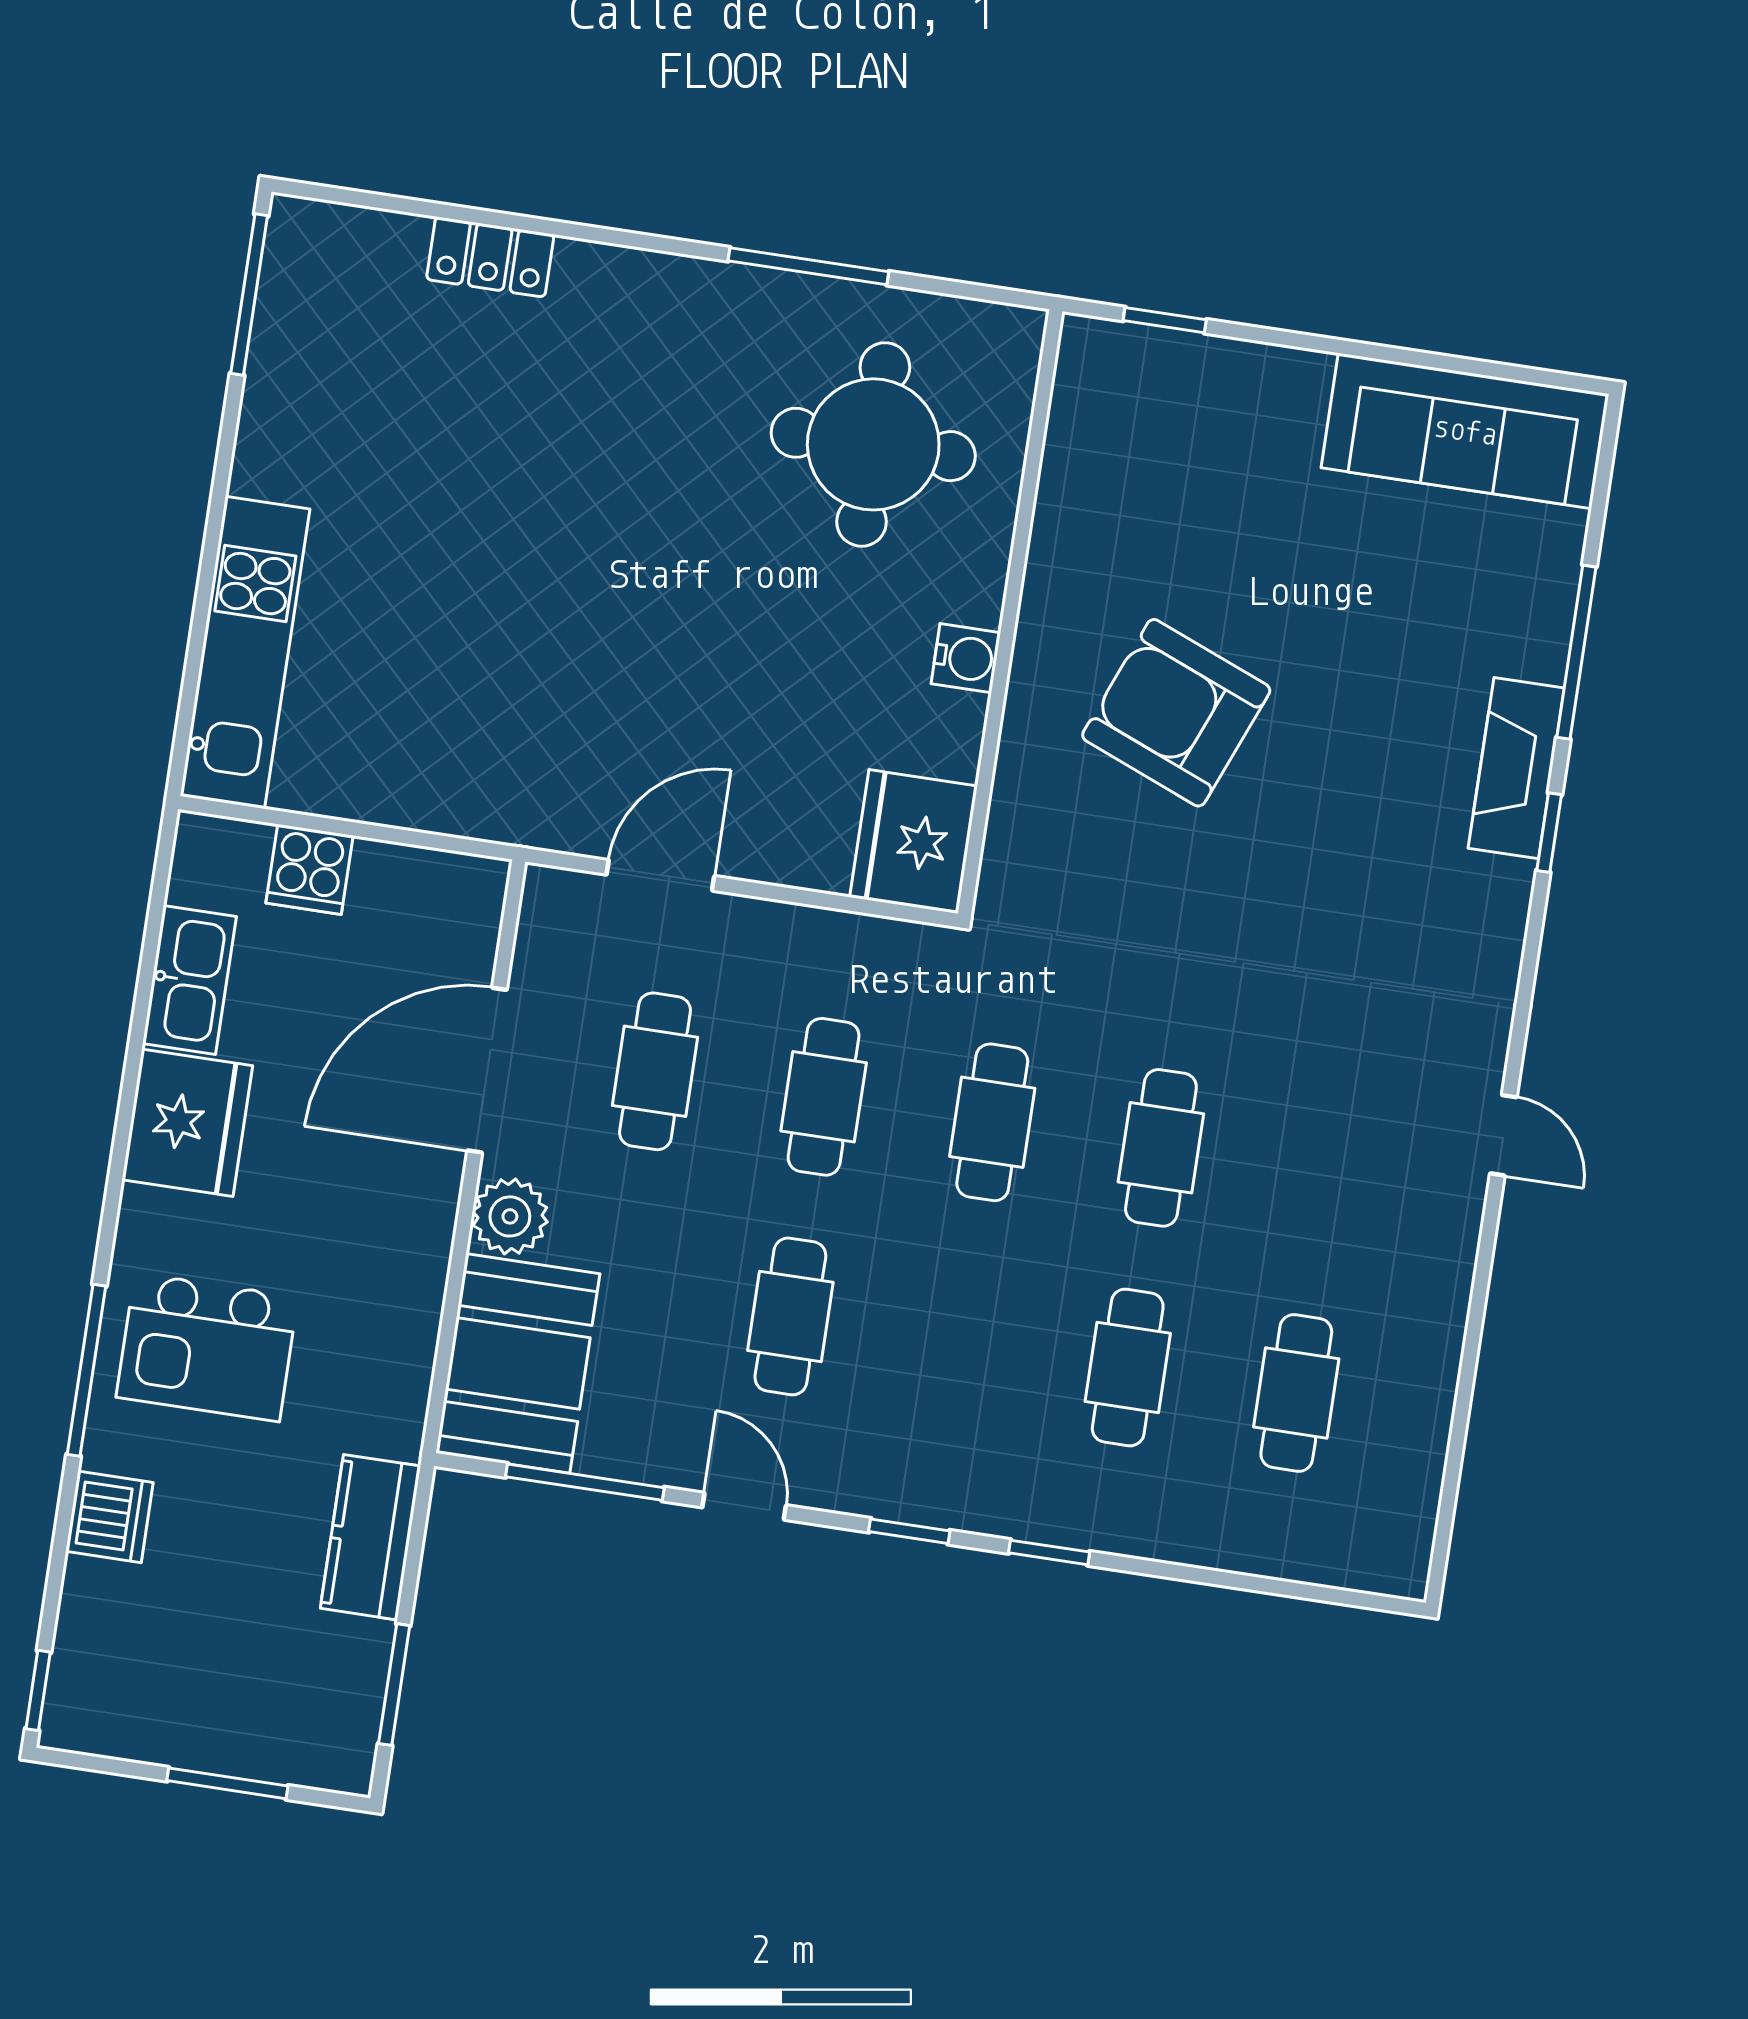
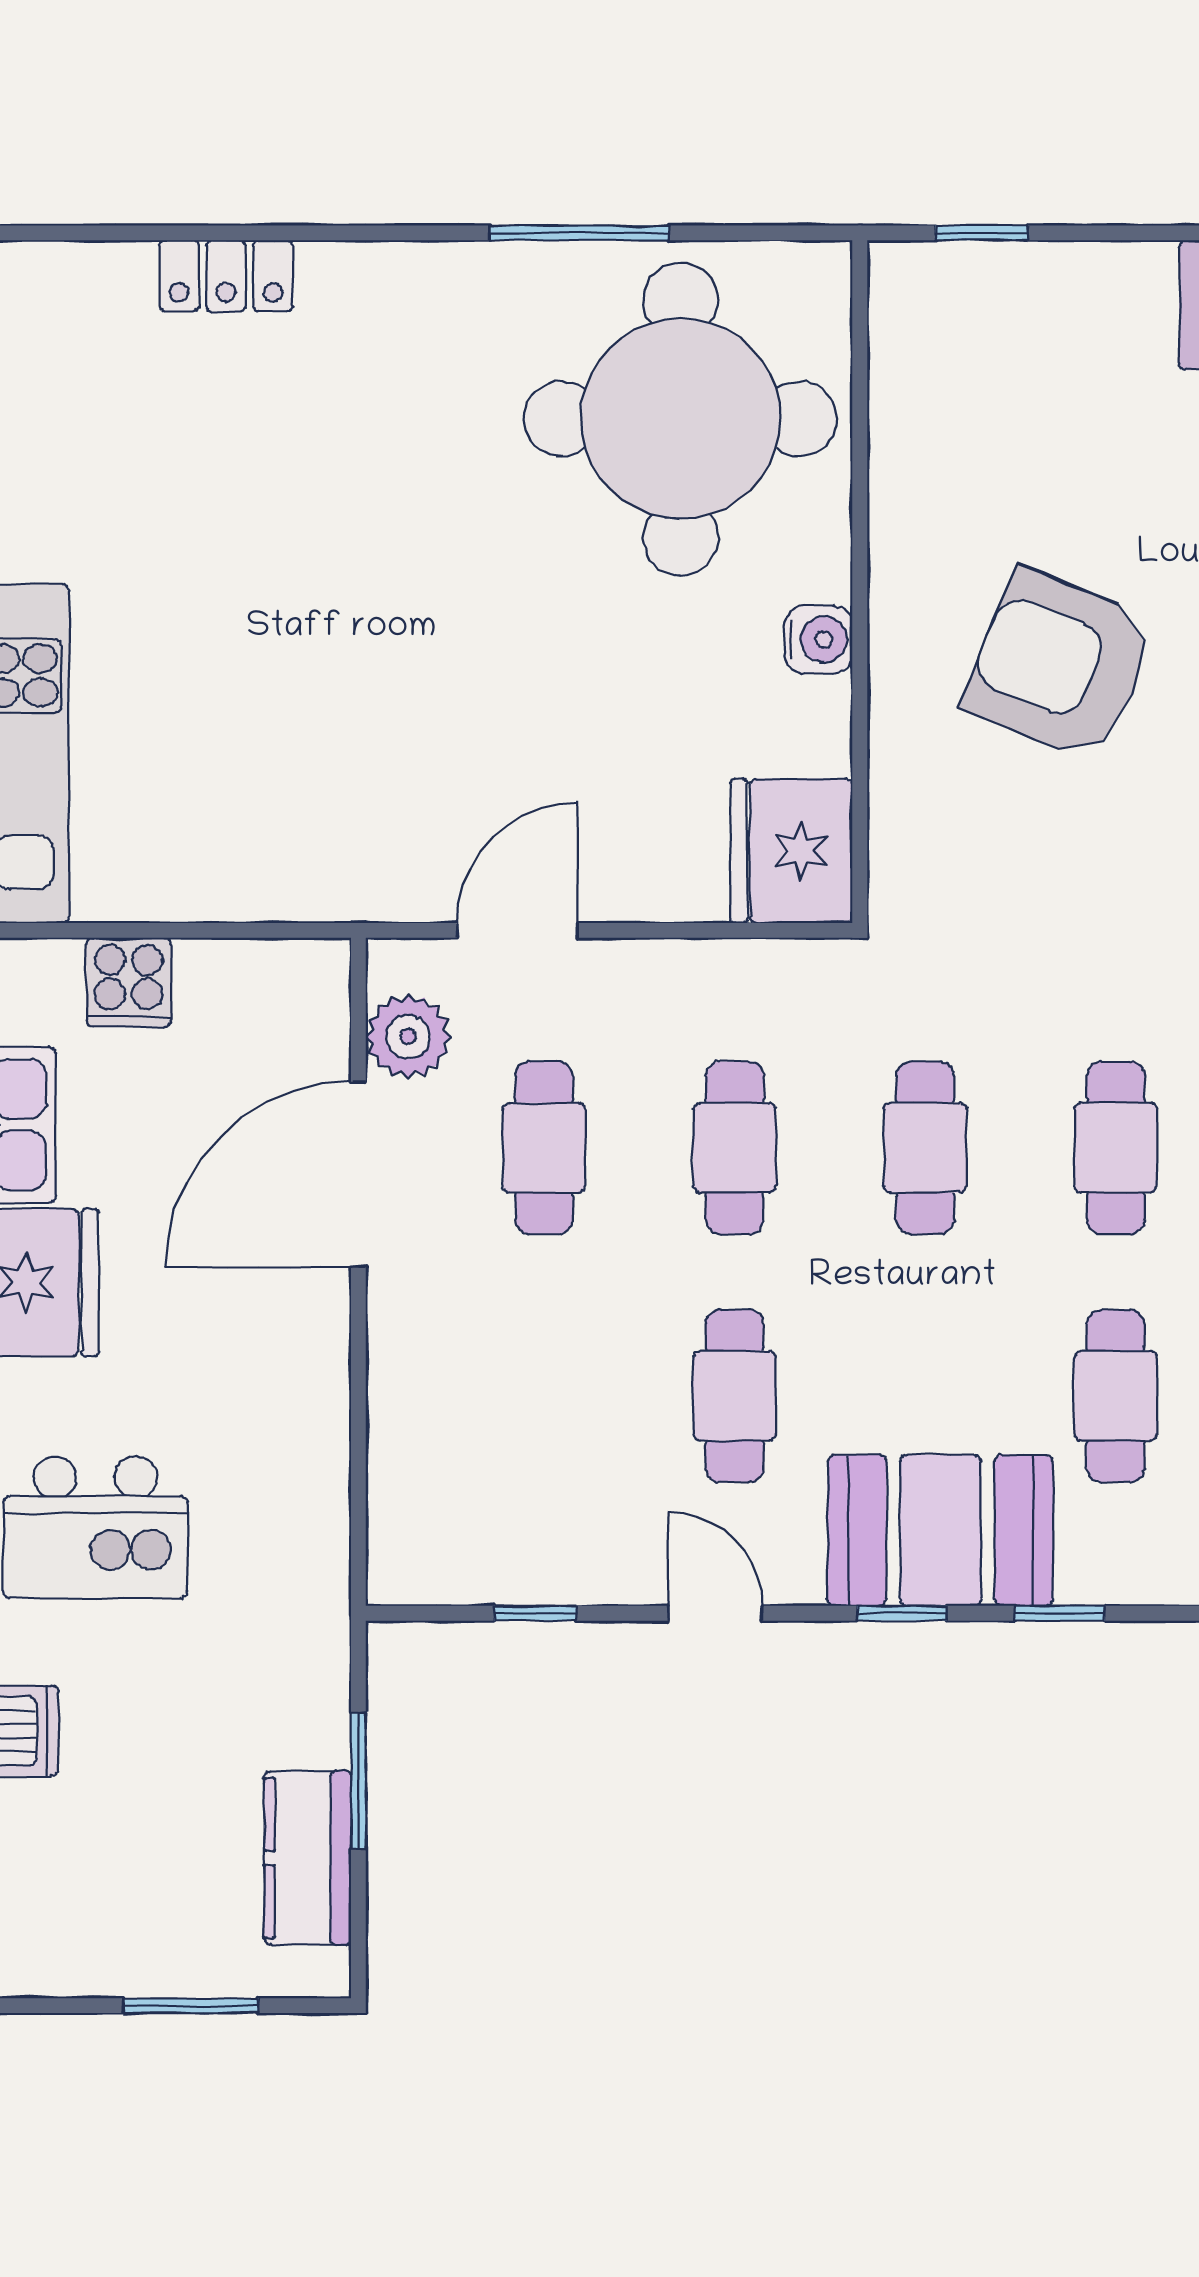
round table: (873, 444) -> (680, 419), width x1.36, depth x1.36
plant: (510, 1216) -> (408, 1036), moved
booth: (518, 1363) -> (940, 1530), moved, turned 90
window: (585, 1482) -> (535, 1613), width x0.46
kitchen counter: (370, 1537) -> (308, 1858), moved
window: (394, 1685) -> (358, 1780), moved

